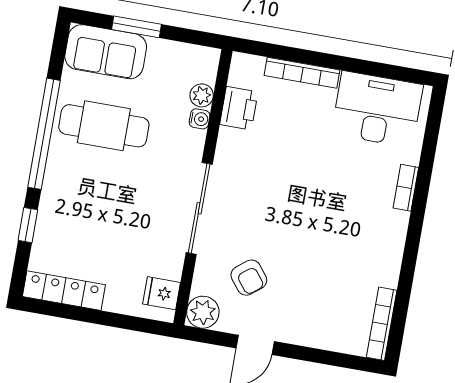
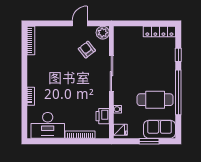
plant: (202, 95) -> (118, 119), removed
fridge: (162, 293) -> (120, 130), moved

